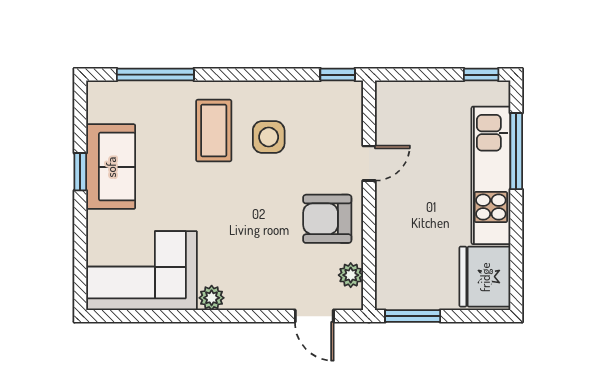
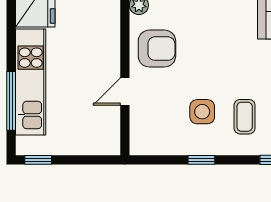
window: (338, 75) -> (201, 160), moved
coffee table: (214, 131) -> (245, 117), width x0.73, depth x0.77

